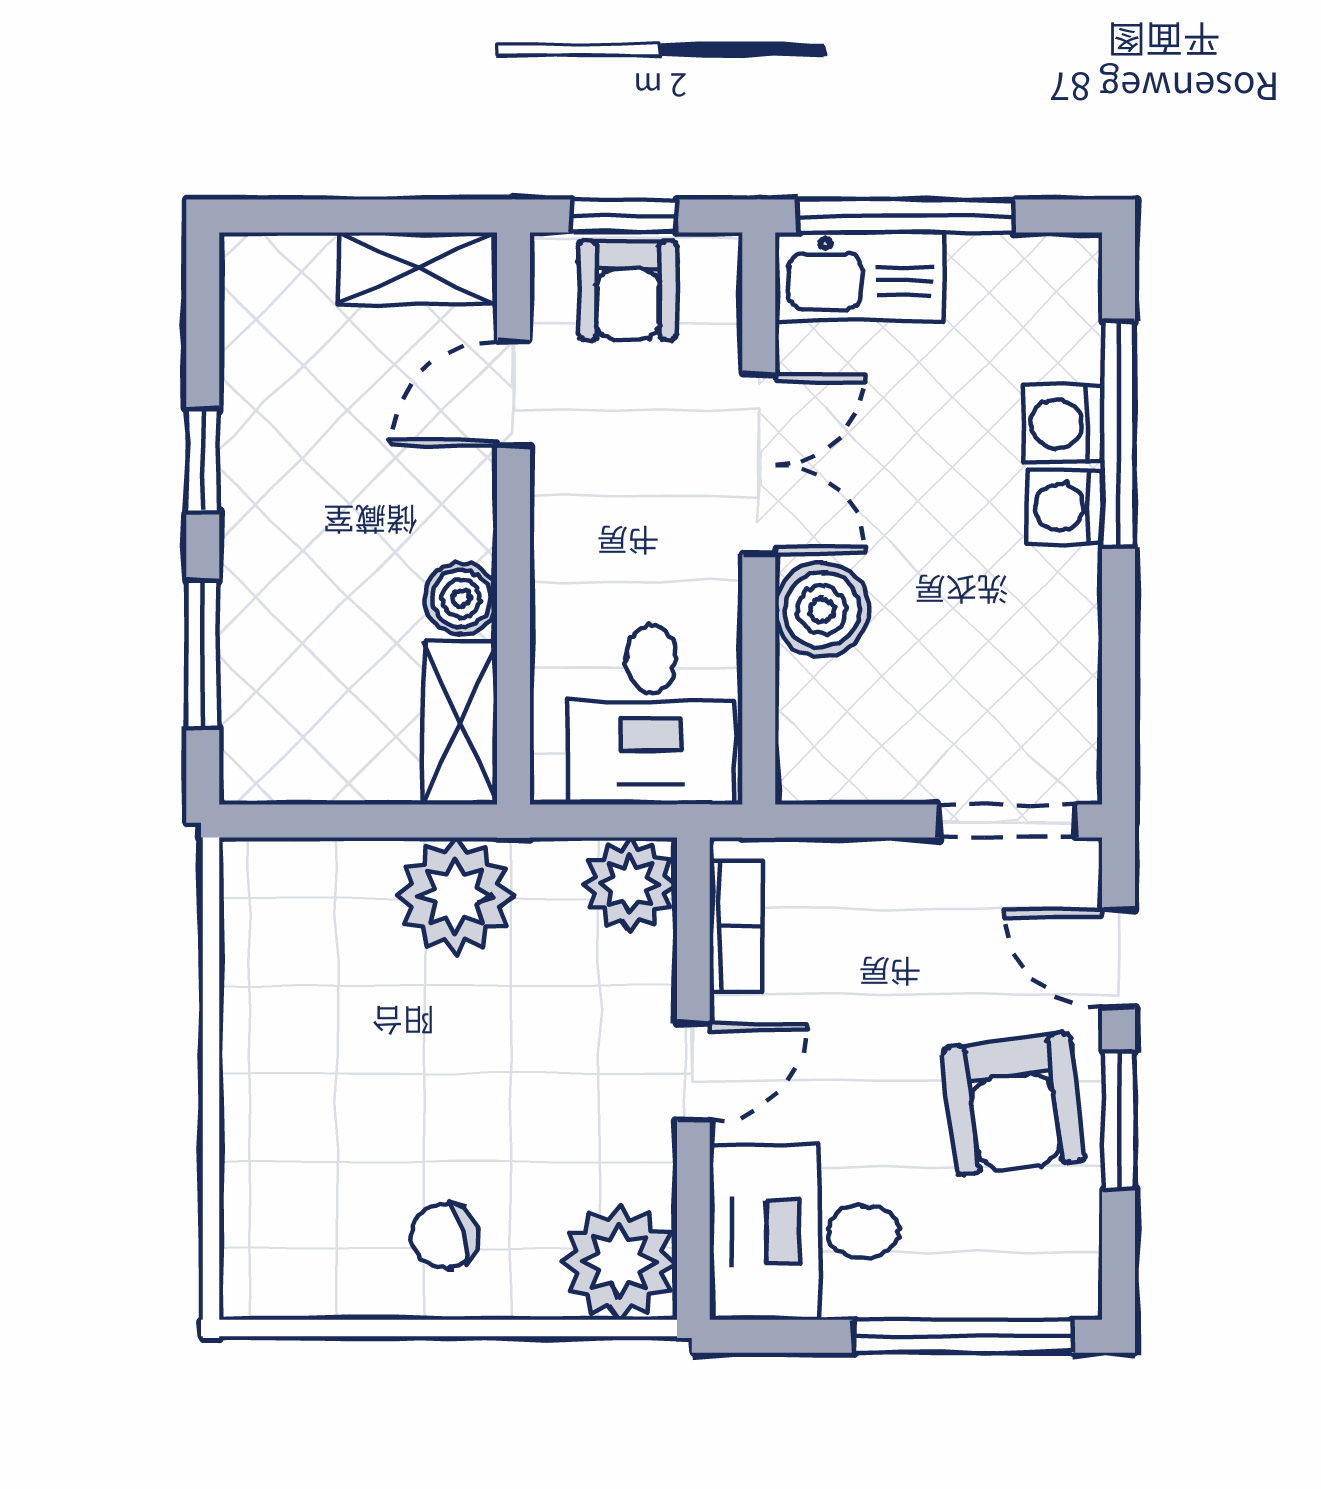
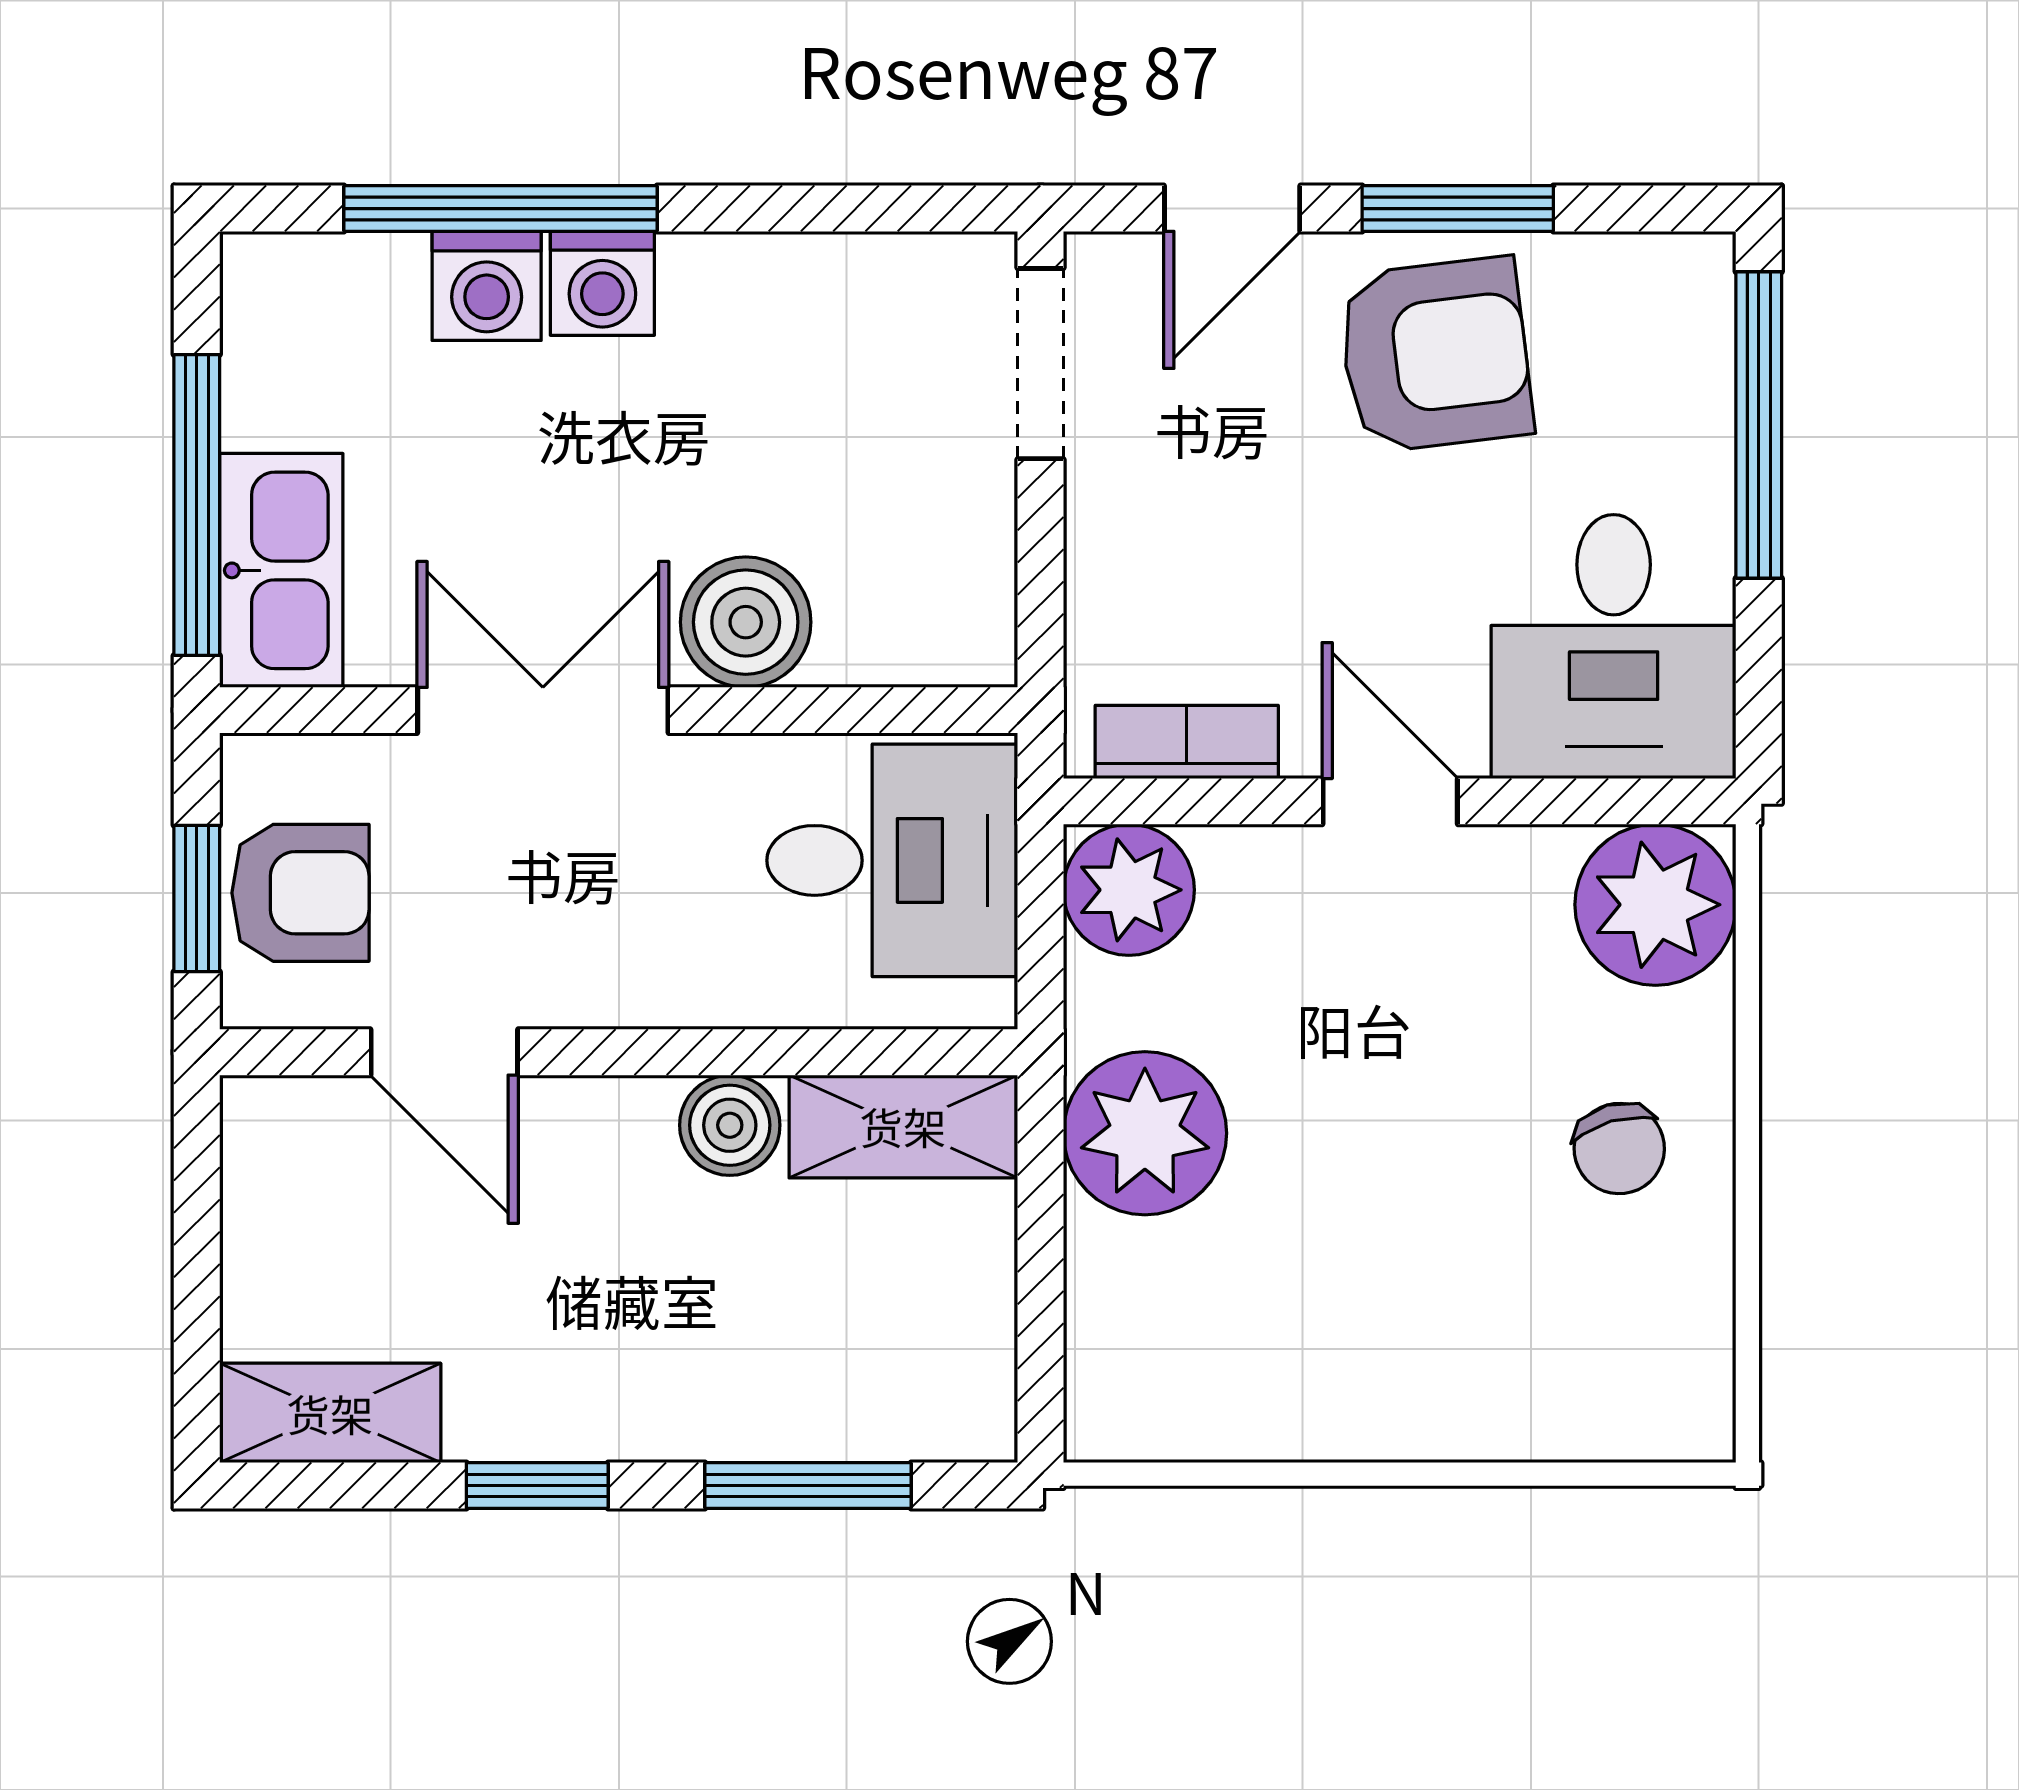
shelving: (418, 268) -> (330, 1413), moved, turned 90

